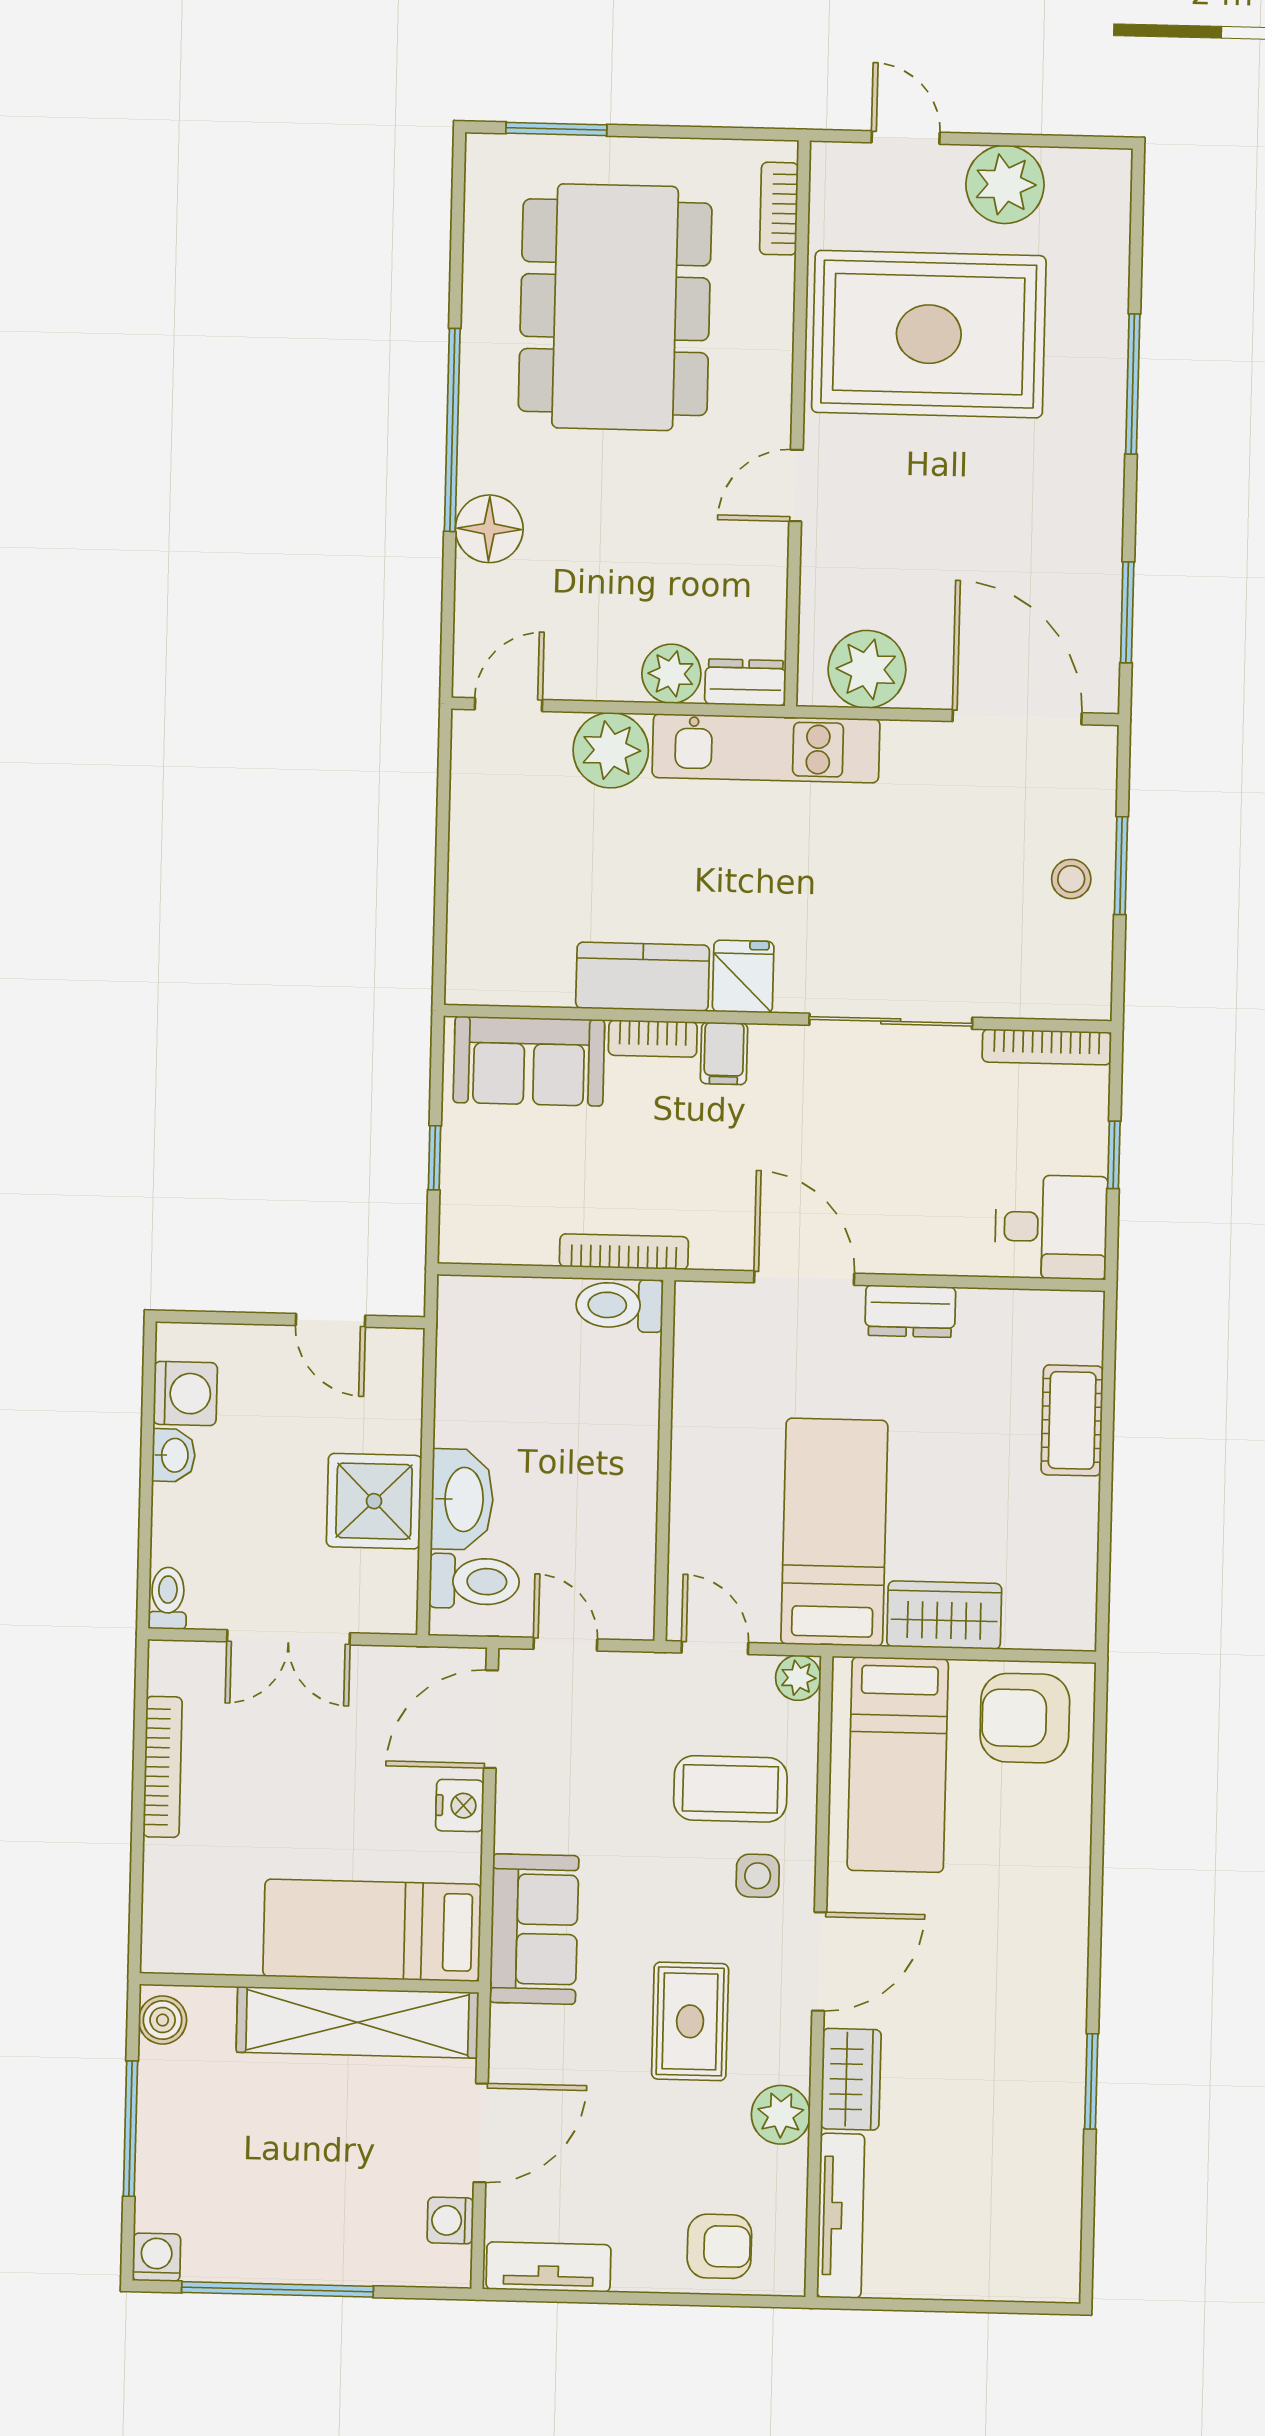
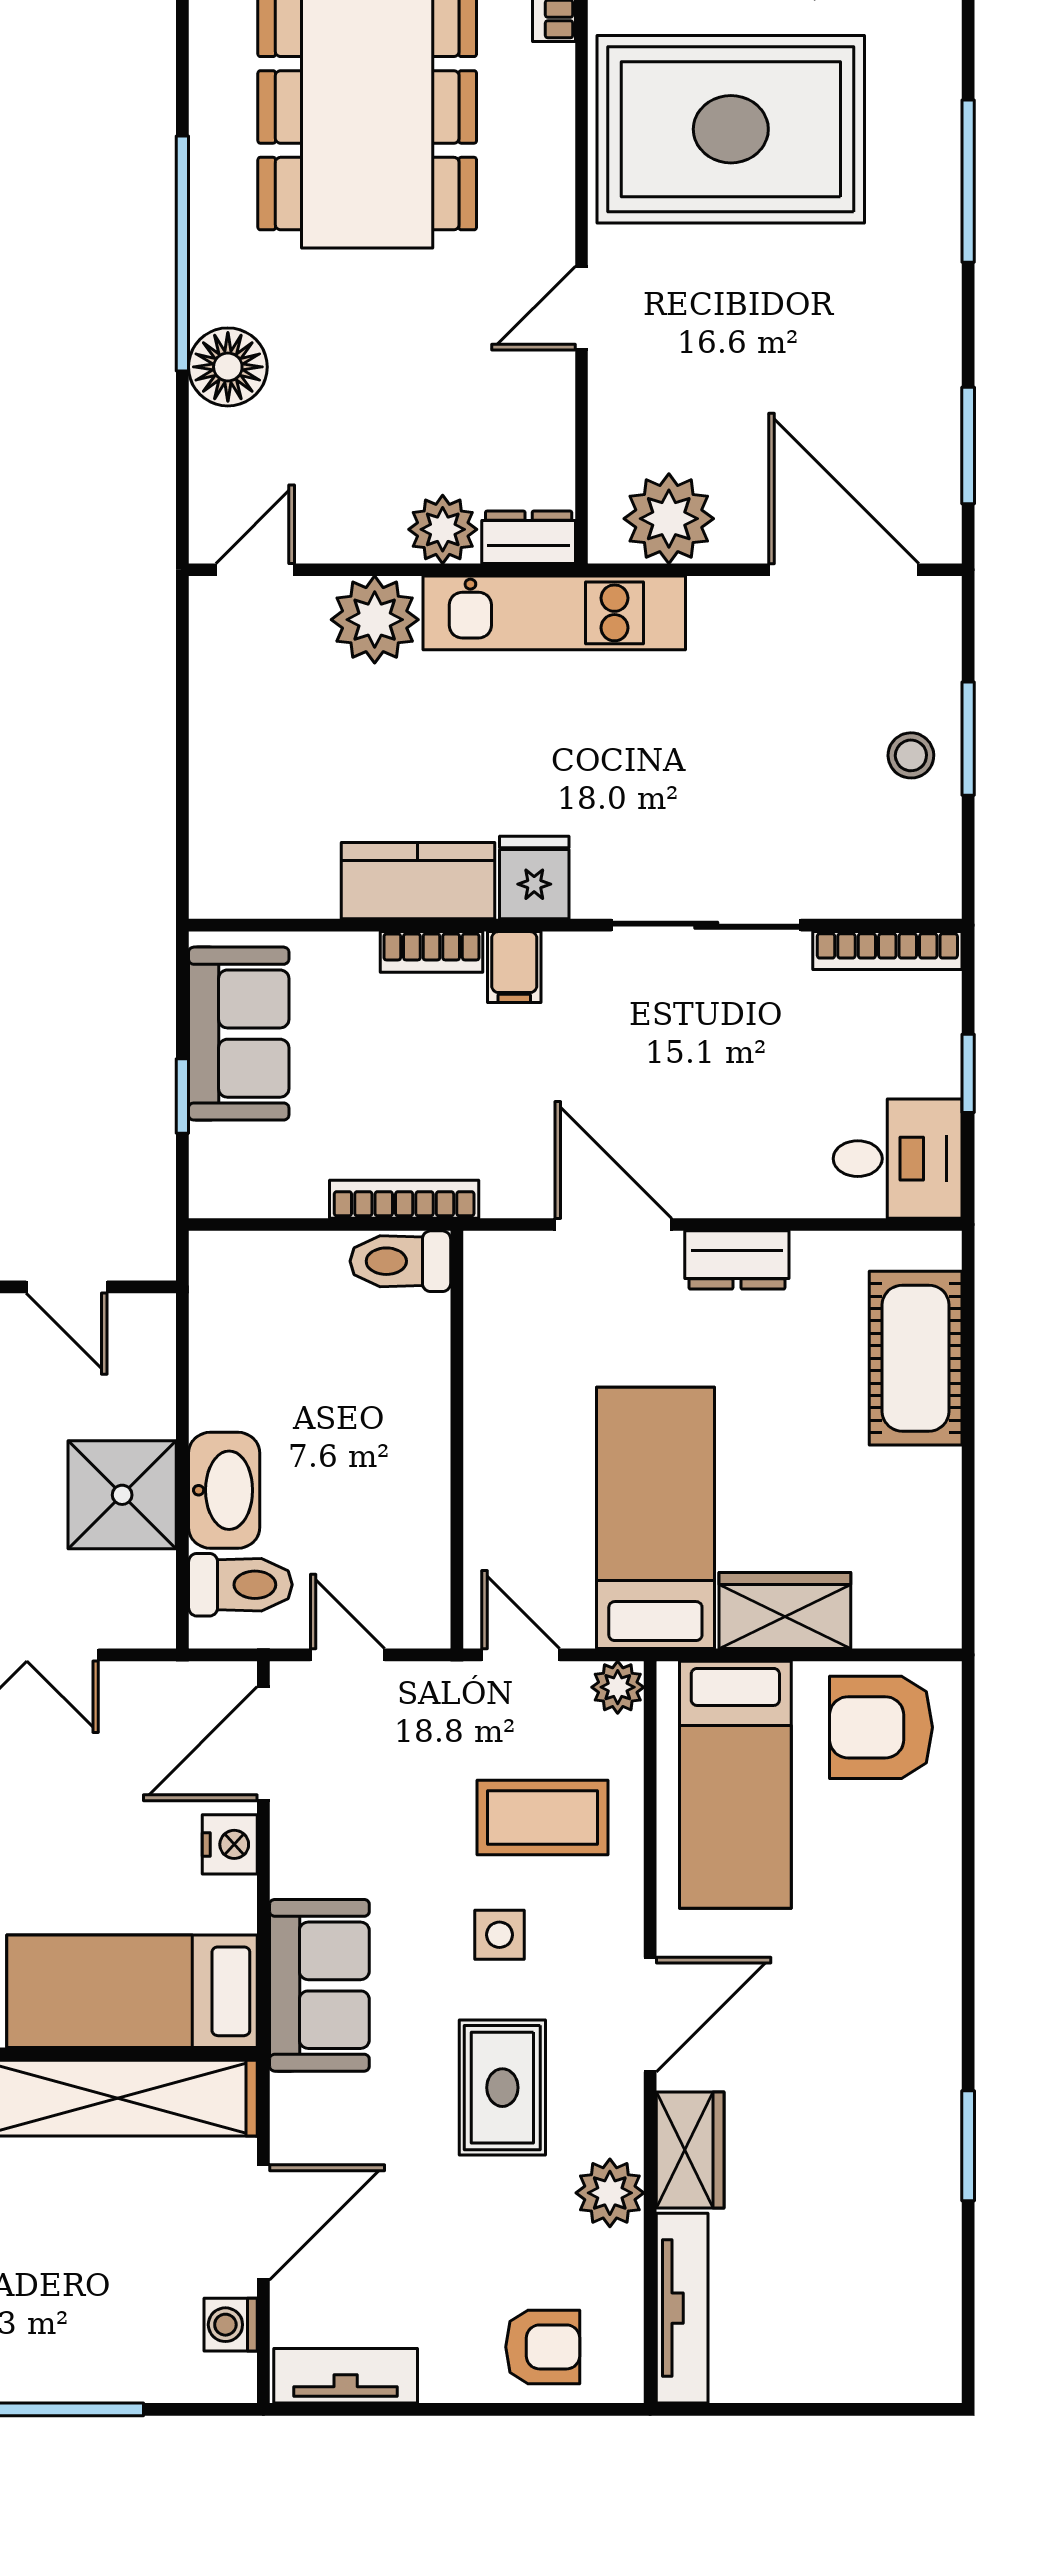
sofa: (529, 1061) -> (239, 1034), moved, turned -90
cot: (1072, 1420) -> (916, 1358), width x1.37, depth x1.34
side table: (758, 1876) -> (499, 1935), moved

